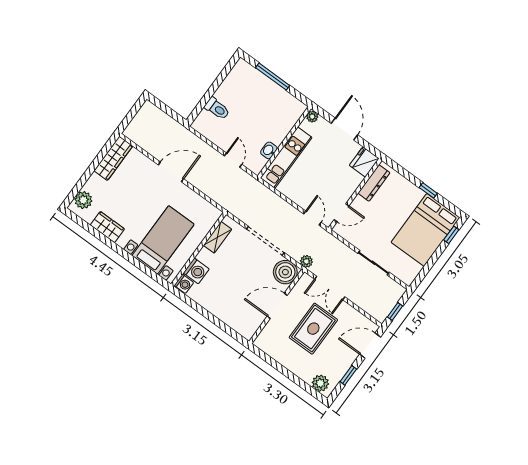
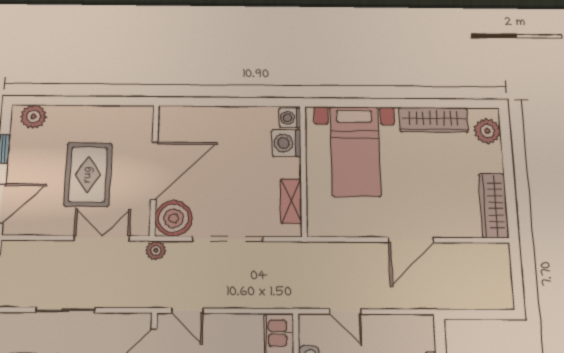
wardrobe: (107, 227) -> (433, 120), width x1.50
door: (277, 306) -> (154, 171), width x1.36

